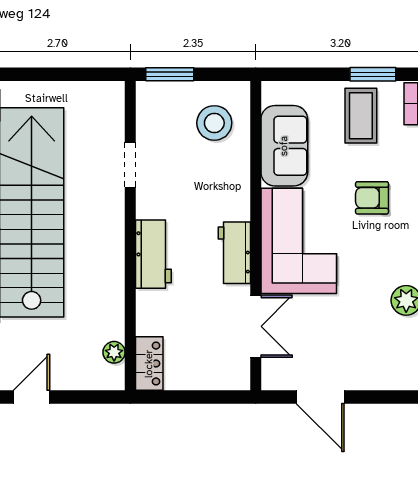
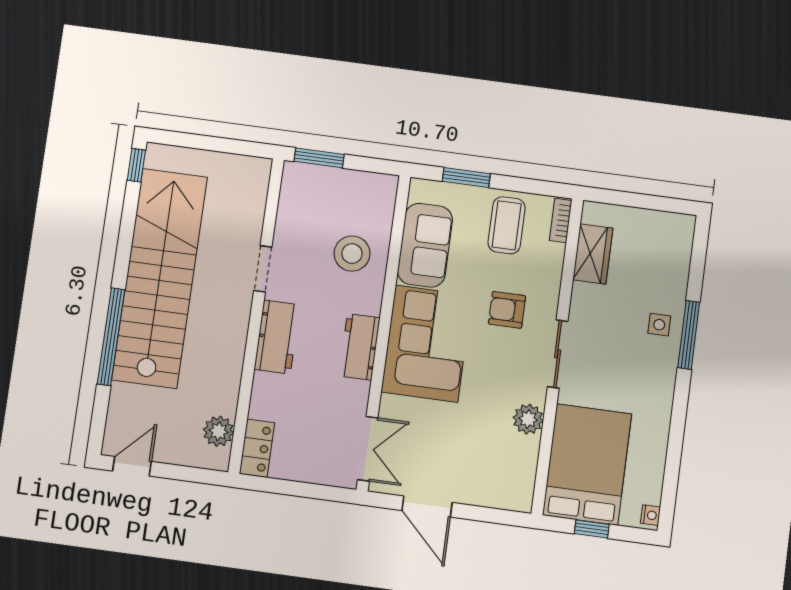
window: (373, 74) -> (466, 178), moved
stool: (214, 123) -> (352, 254), moved
doorway: (130, 165) -> (263, 269), moved
double door: (256, 326) -> (368, 449), moved
plant: (114, 352) -> (219, 431), width x1.38, depth x1.38

